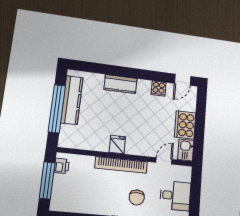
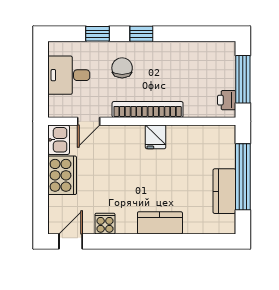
kitchen counter: (72, 100) -> (224, 191), width x0.67

